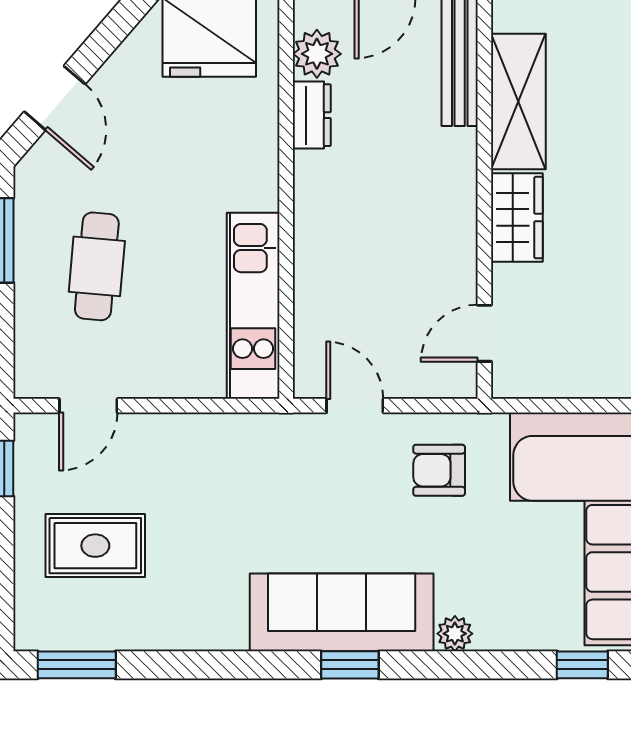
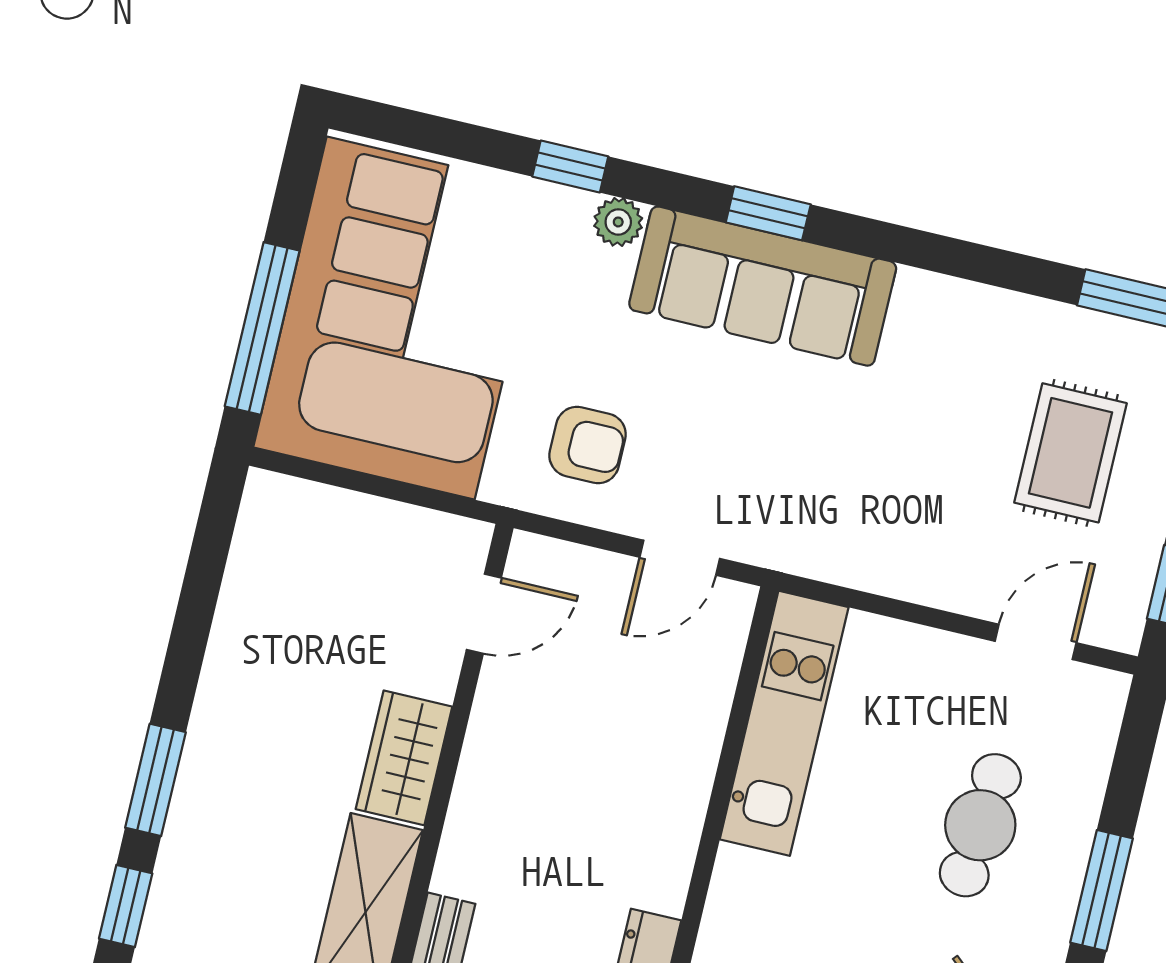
door: (355, 406) -> (680, 558), hinge flipped
rug: (95, 546) -> (1070, 453), turned 90
window: (582, 665) -> (570, 167), moved

